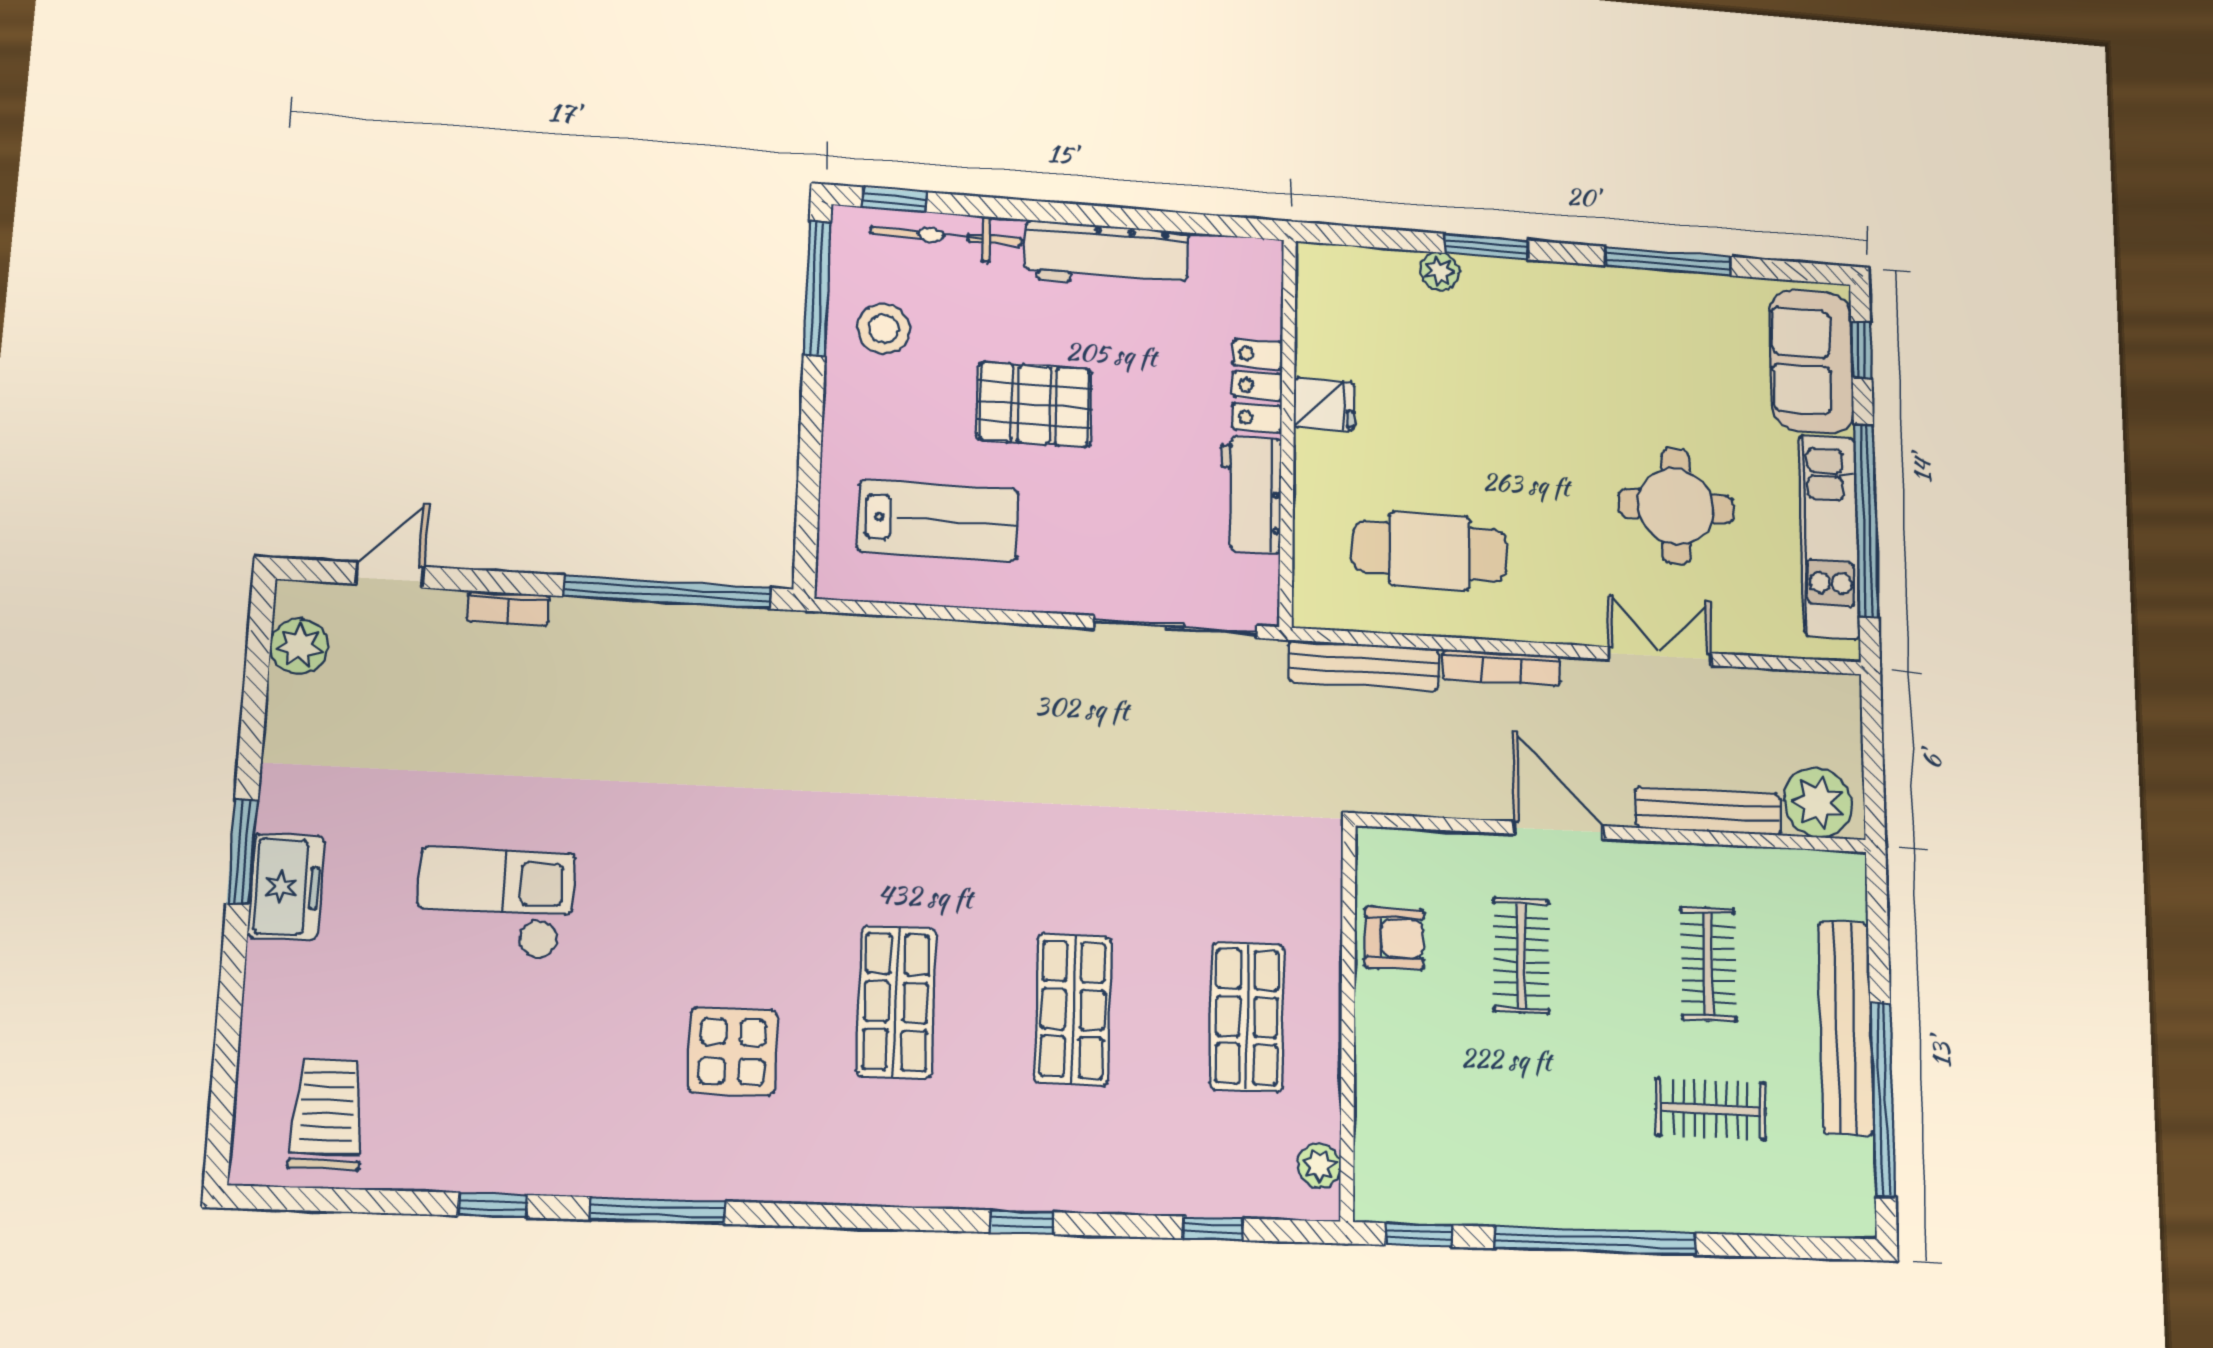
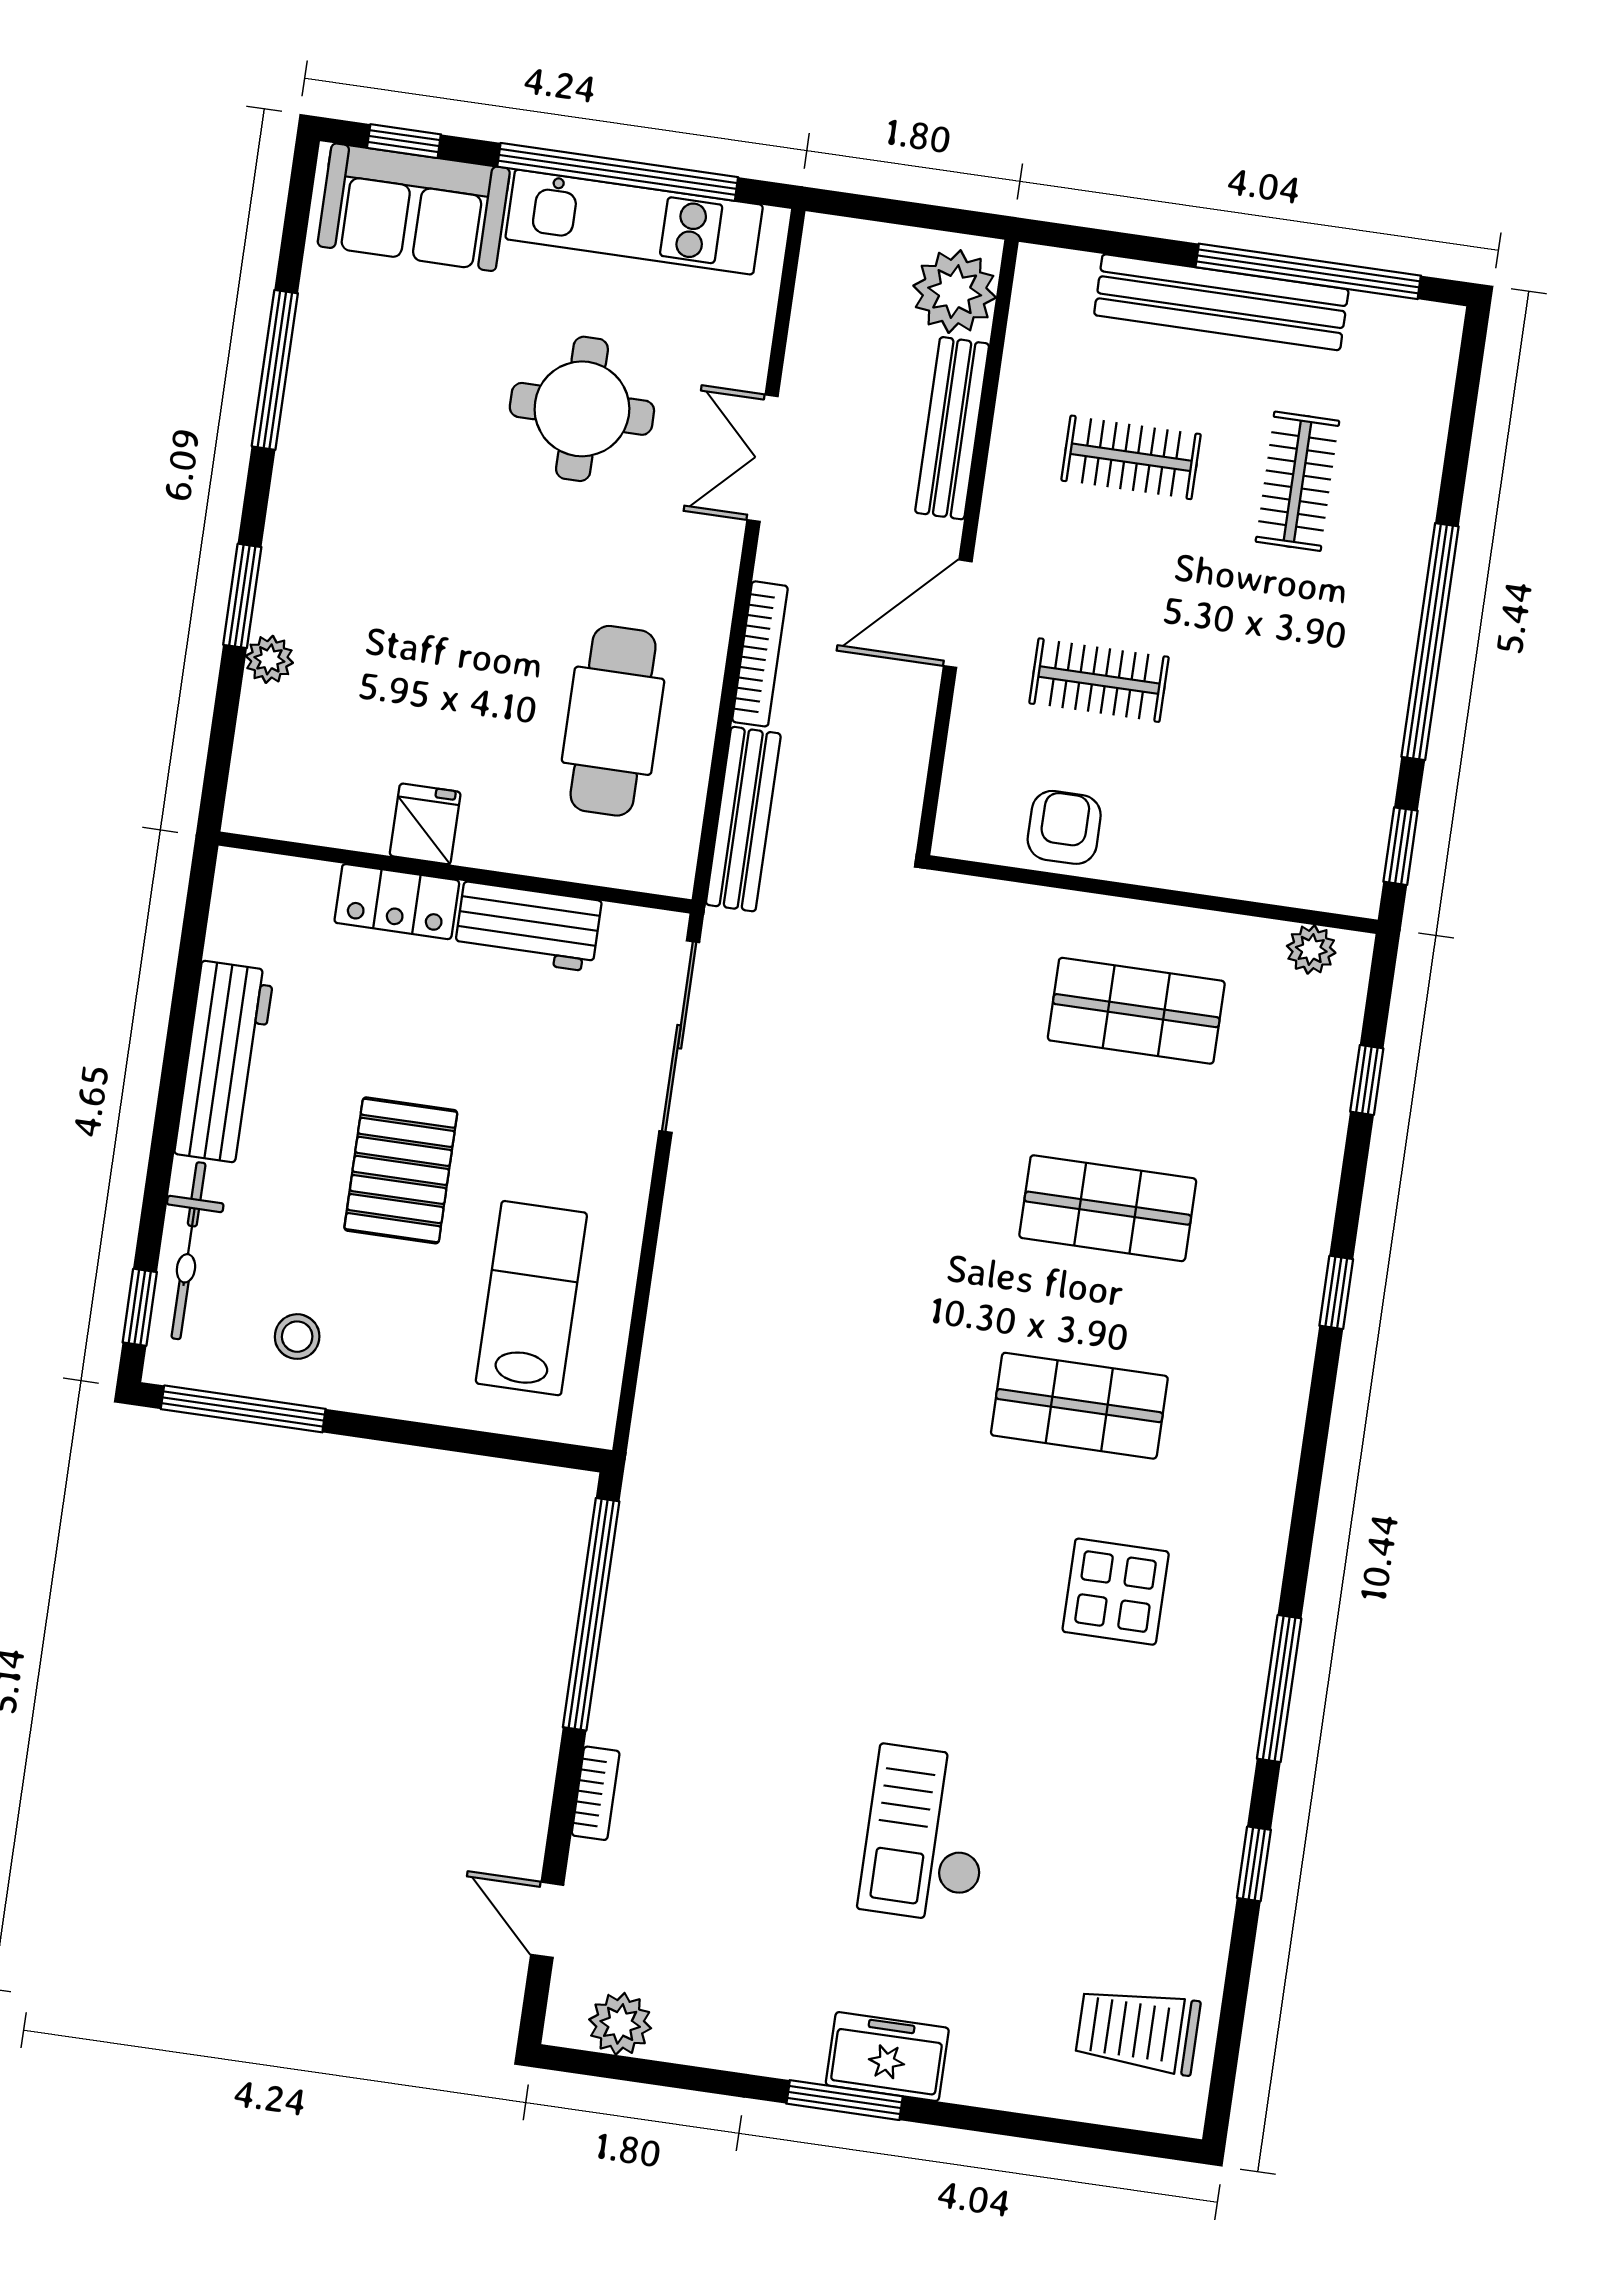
stool: (884, 329) -> (297, 1337), width x0.73, depth x0.73

